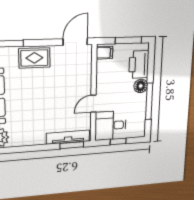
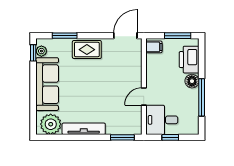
tv unit: (68, 137) -> (84, 129), moved

